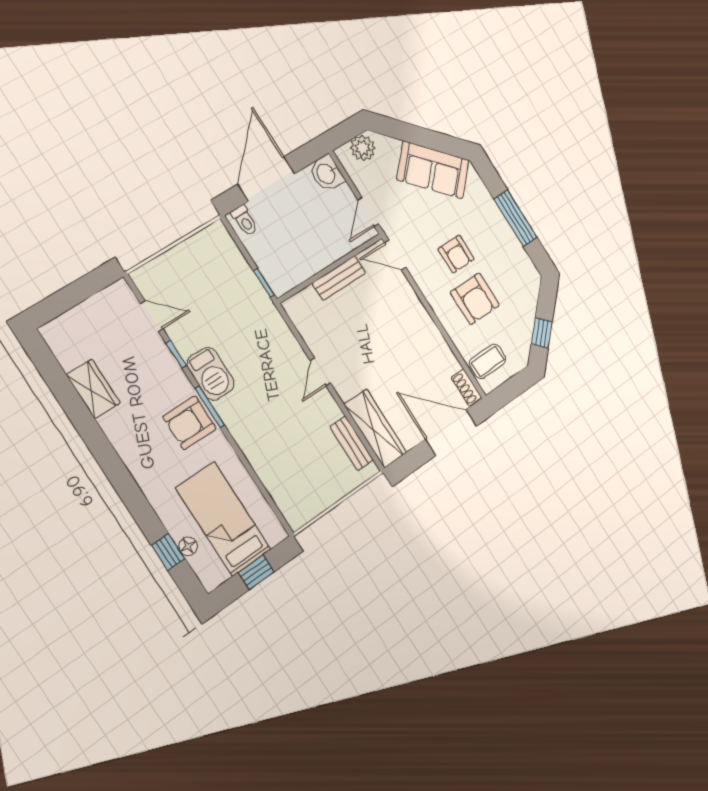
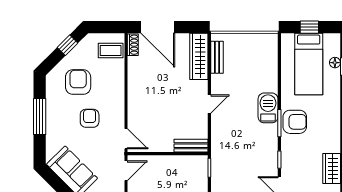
bench: (339, 278) -> (191, 146), moved
armchair: (475, 299) -> (78, 82), moved
barbecue: (211, 374) -> (268, 108), moved

